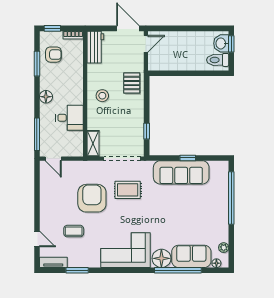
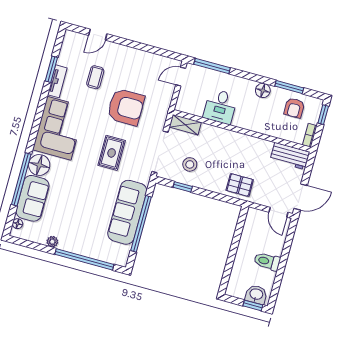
toilet: (218, 60) -> (267, 261), moved, turned -90
stool: (102, 96) -> (190, 164), moved
floor lamp: (46, 97) -> (263, 90), moved
window: (188, 158) -> (141, 224), width x3.17
rug: (128, 190) -> (112, 153), moved
plant: (224, 248) -> (52, 242), moved
tv unit: (53, 262) -> (57, 81), moved

